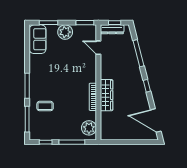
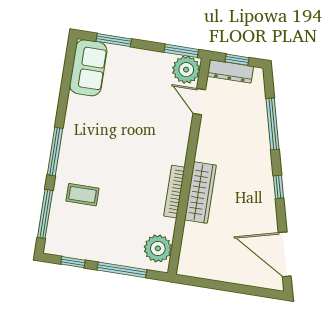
plant: (65, 32) -> (186, 70), moved

